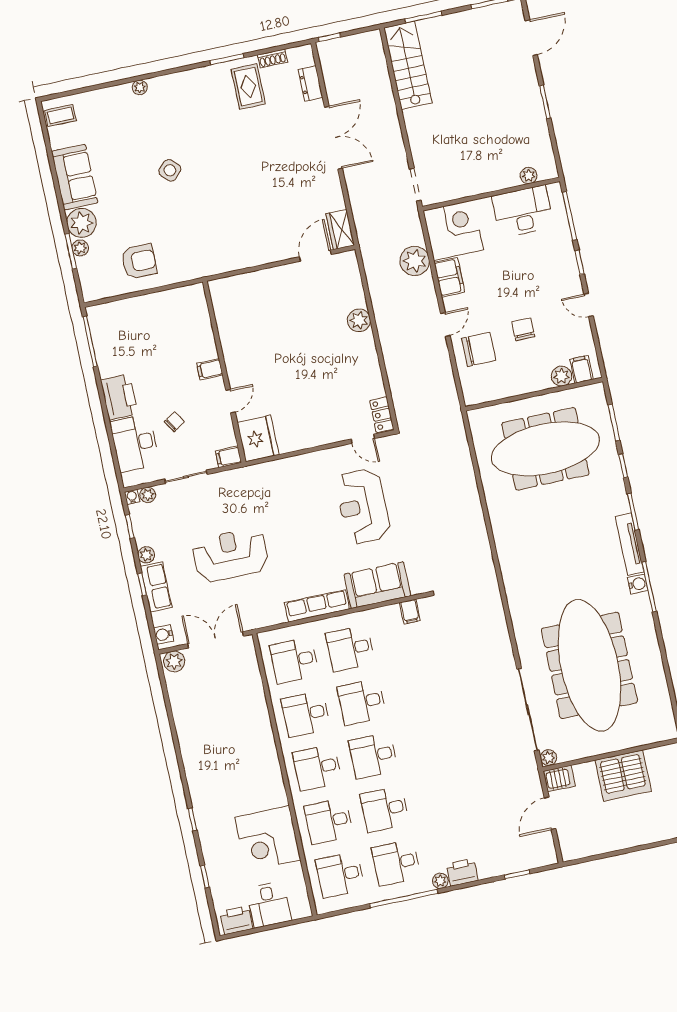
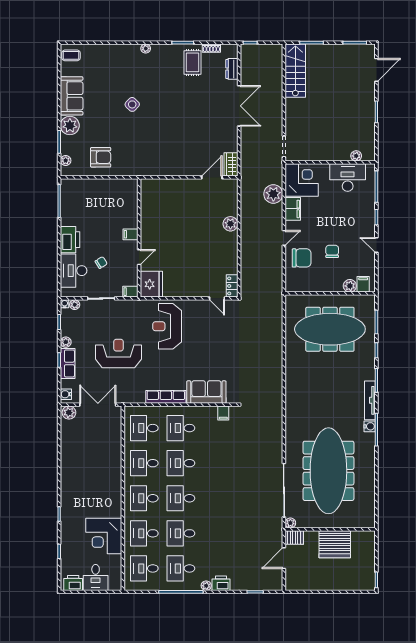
plant: (140, 87) -> (146, 48), moved
plant: (80, 248) -> (66, 161), moved
reception desk: (363, 506) -> (167, 326), moved

